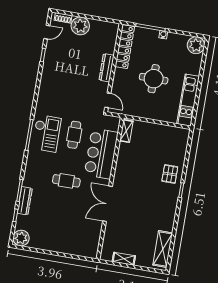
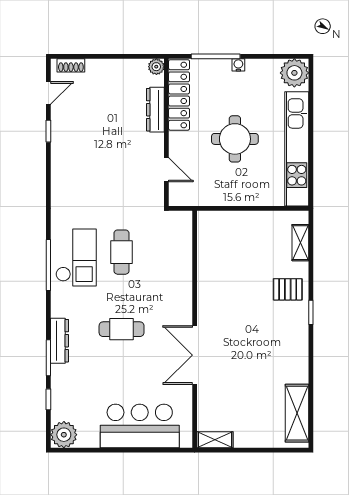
plant: (80, 26) -> (156, 67), moved, width x0.53, depth x0.53
dresser: (107, 68) -> (155, 110), moved
door: (108, 100) -> (166, 170), moved
kitchen unit: (188, 100) -> (297, 149), width x1.36
shelving: (126, 131) -> (300, 243), moved
bar counter: (101, 154) -> (140, 426), moved, turned 90
pallet: (170, 174) -> (288, 289), turned 90
dresser: (25, 201) -> (60, 341), moved
shelving: (124, 259) -> (215, 440), moved

